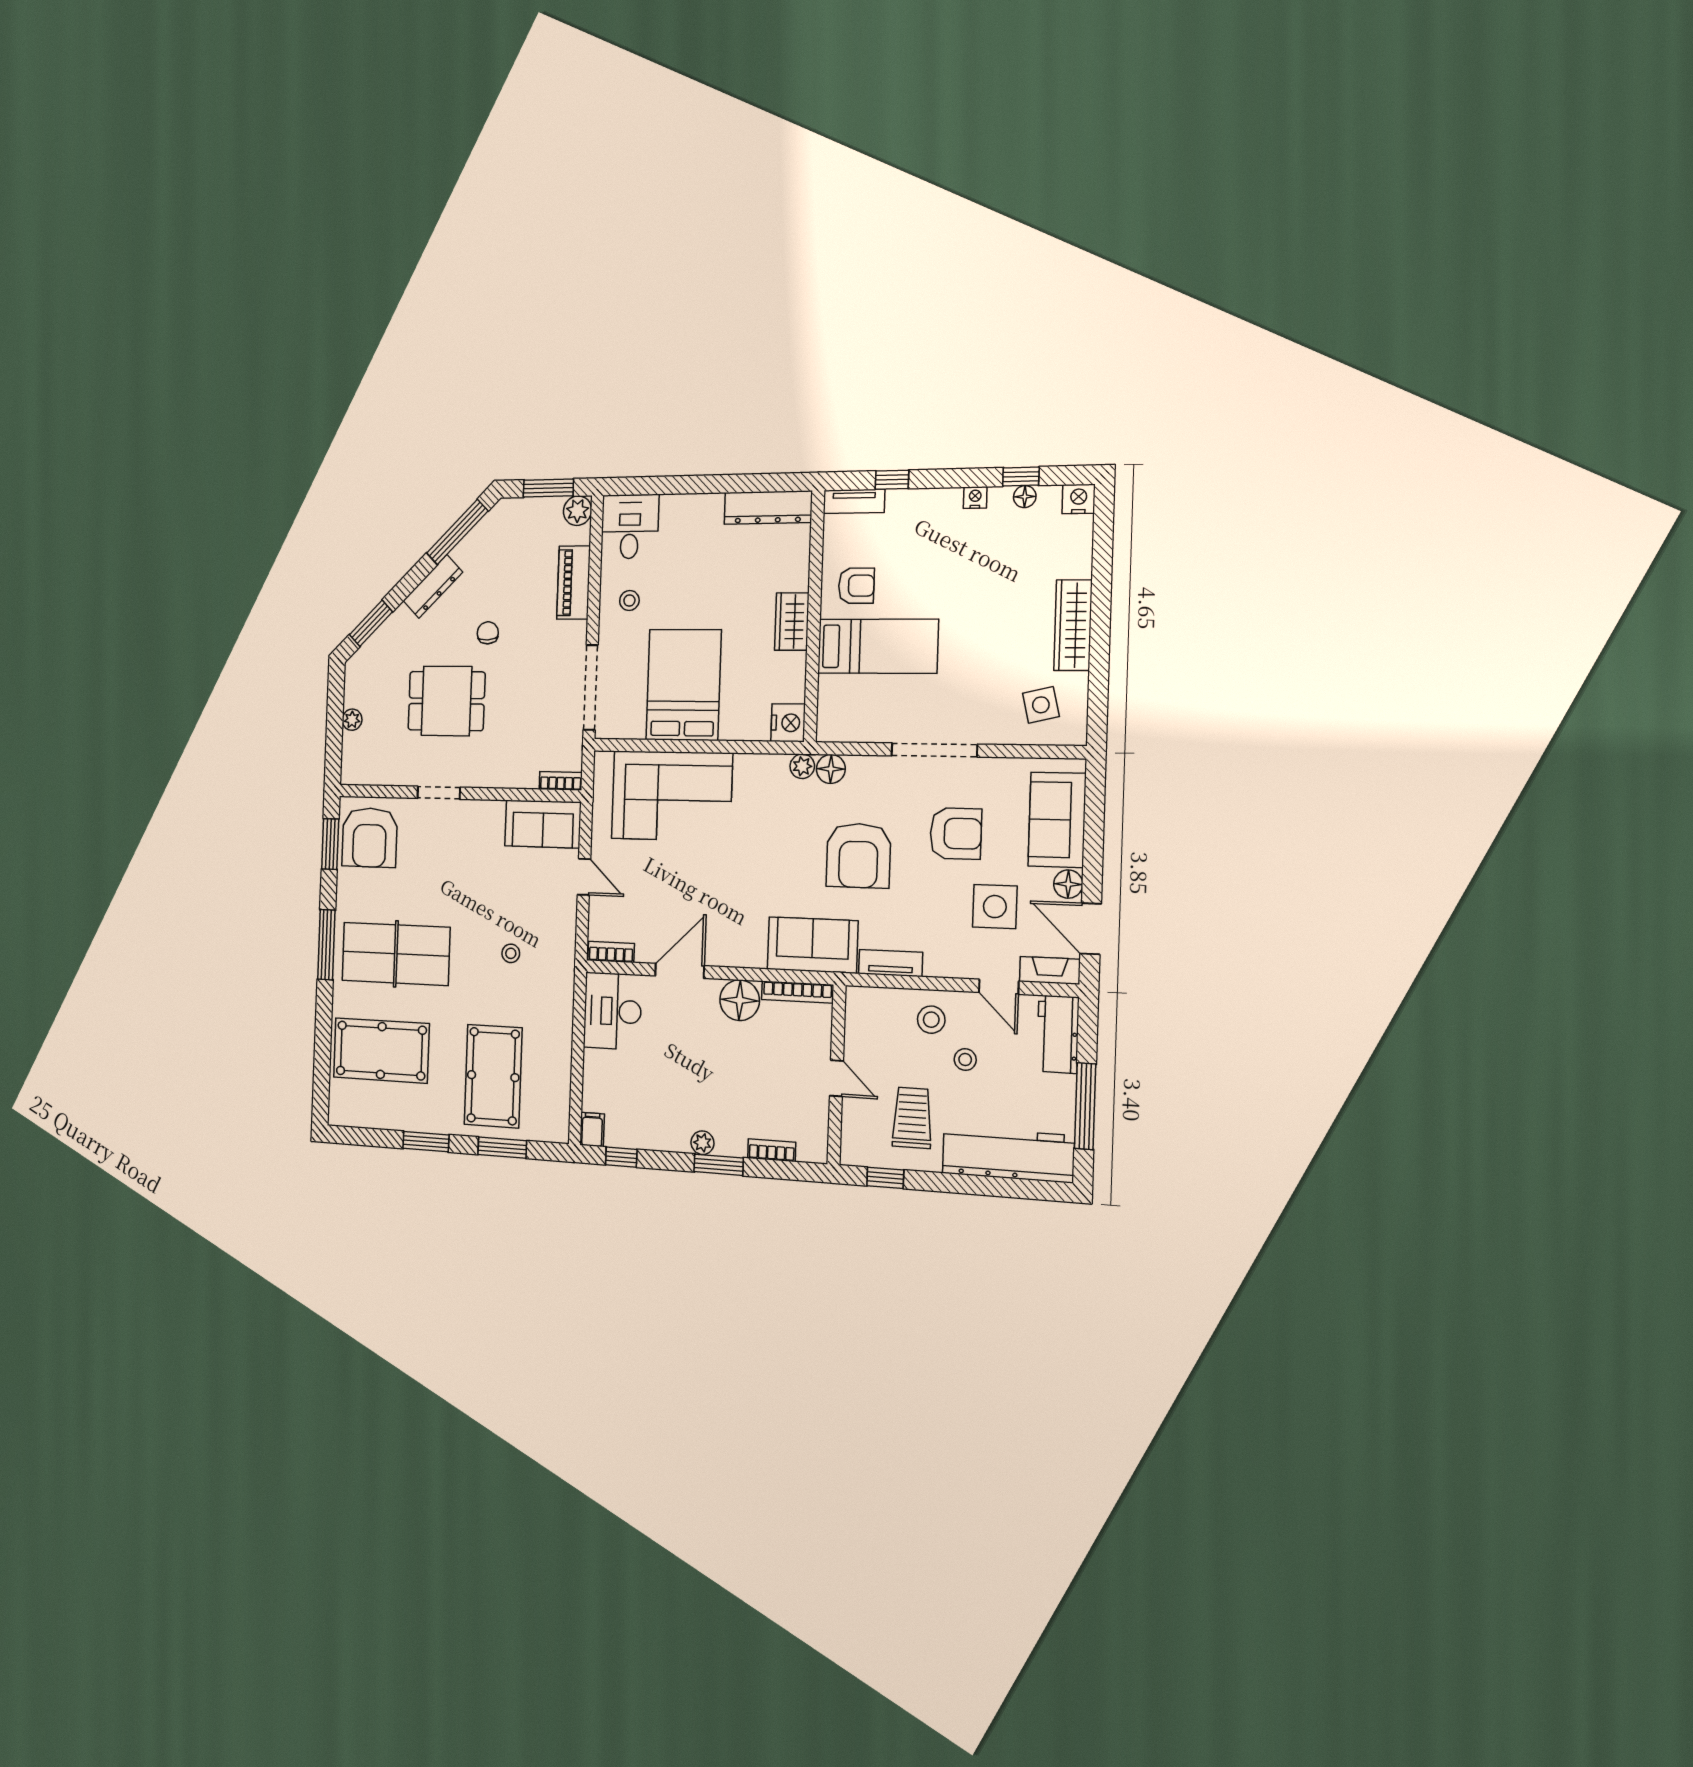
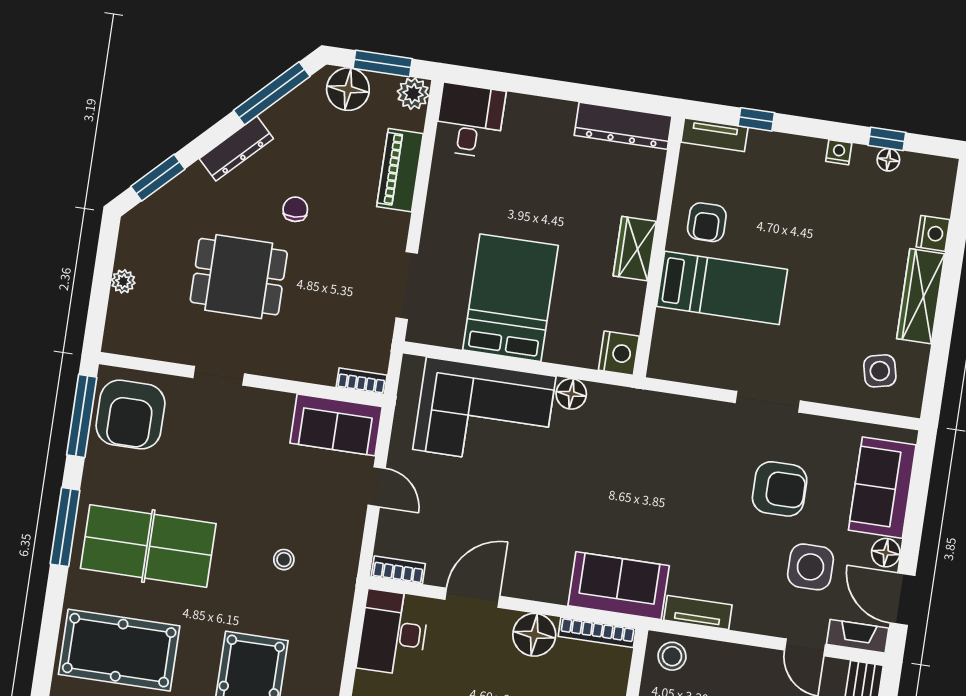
nightstand: (1079, 499) -> (933, 233), moved, turned 90
floor lamp: (521, 517) -> (348, 89), added
armchair: (856, 586) -> (707, 222), turned 90
stool: (629, 600) -> (461, 199), removed
doorway: (591, 687) -> (407, 286), width x0.73
doorway: (934, 750) -> (768, 402), width x0.73
plant: (802, 766) -> (629, 400), removed
floor lamp: (831, 769) -> (571, 394), moved
window: (330, 844) -> (82, 416), width x1.44
armchair: (858, 856) -> (677, 499), removed
stool: (931, 1020) -> (672, 656), moved

